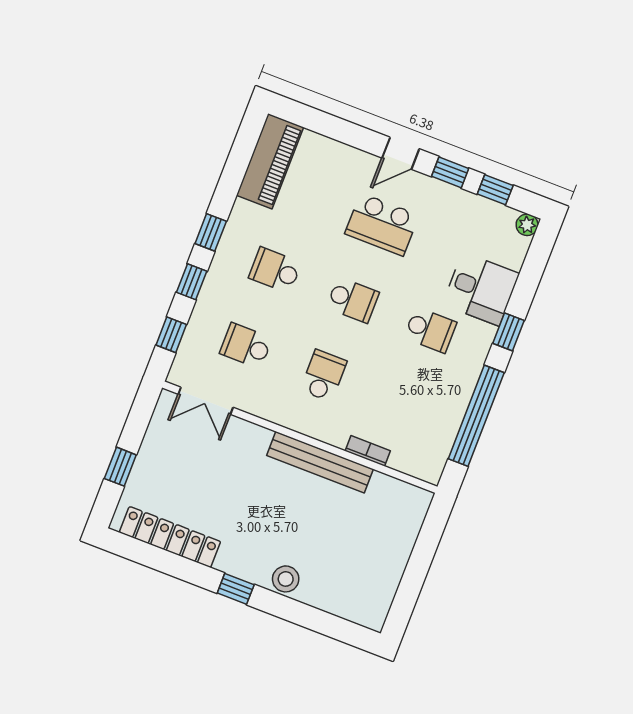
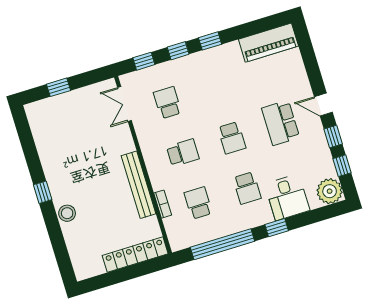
plant: (527, 225) -> (330, 191), width x1.87, depth x1.87
school desk: (275, 270) -> (198, 203), moved
locker: (170, 537) -> (135, 255), moved, turned -90

